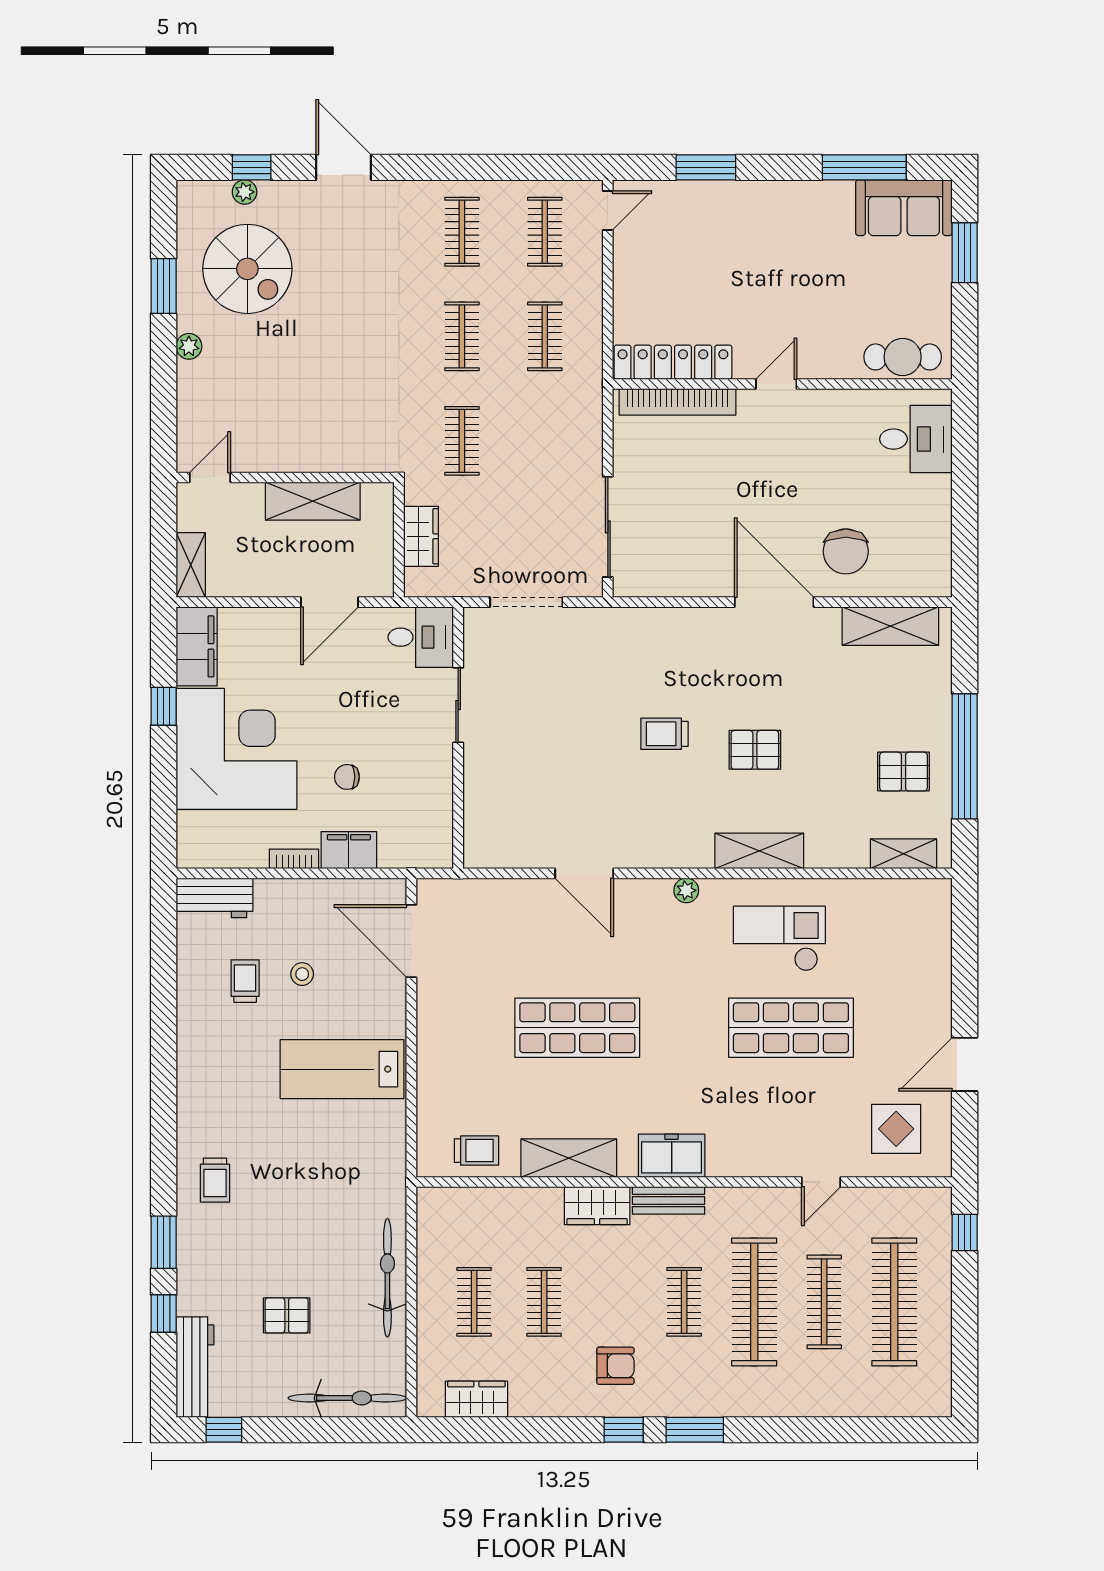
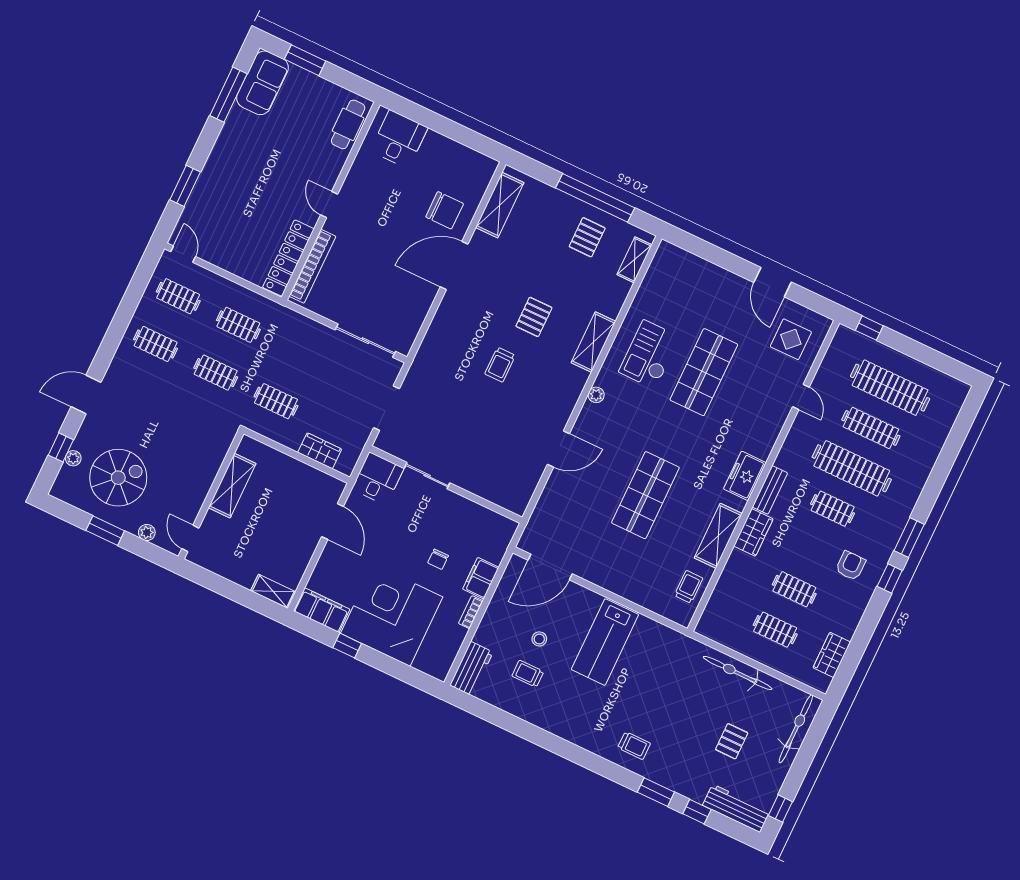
door: (210, 477) -> (190, 538), moved
wall: (285, 477) -> (211, 495), moved
shelving: (313, 501) -> (232, 486), moved

